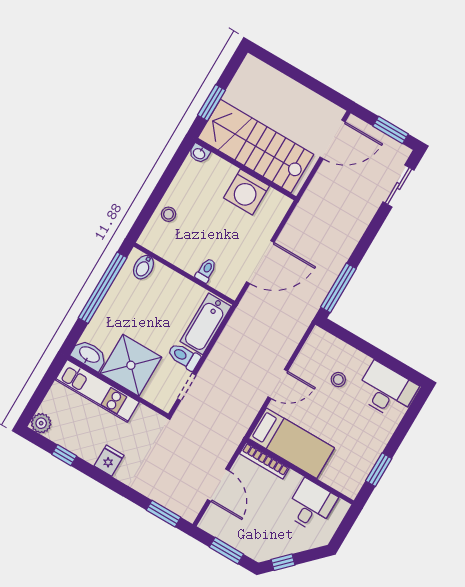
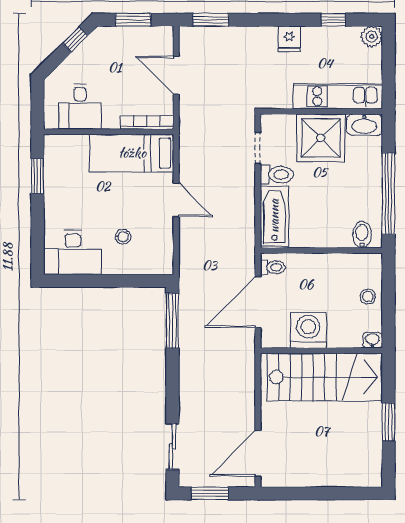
stairs: (256, 146) -> (325, 377), moved
washbasin: (199, 153) -> (372, 340), moved
wall: (246, 169) -> (321, 351), moved
washing machine: (246, 192) -> (308, 330), moved
toilet: (206, 270) -> (273, 267), moved, turned -90
door: (278, 384) -> (176, 200), swing flipped

